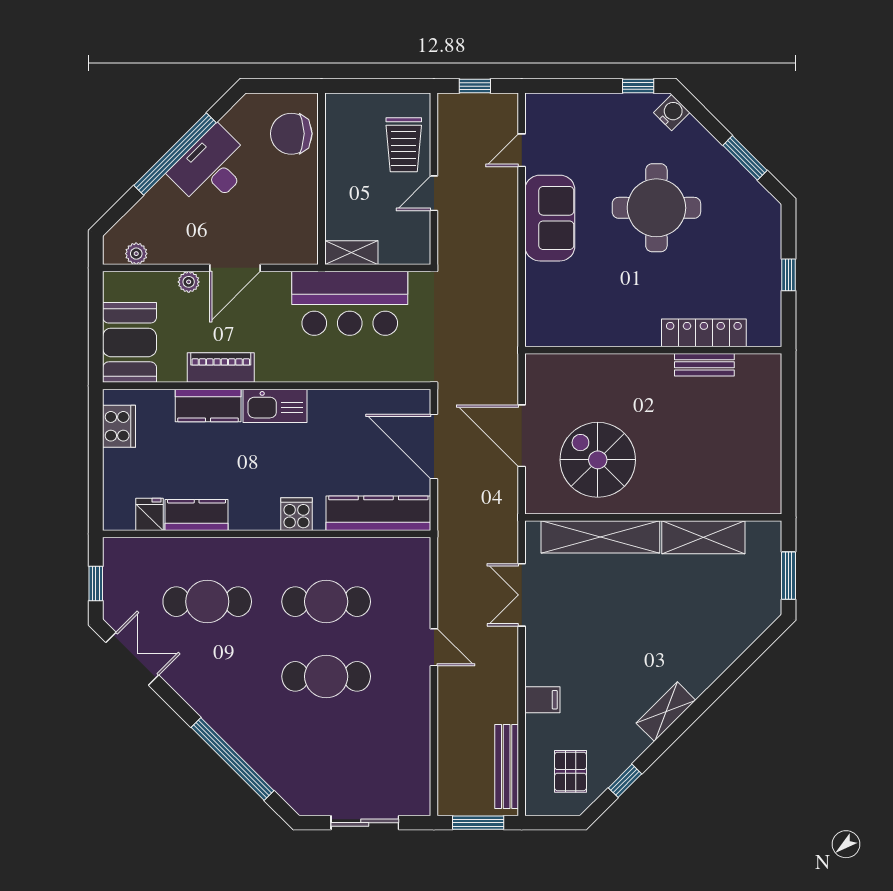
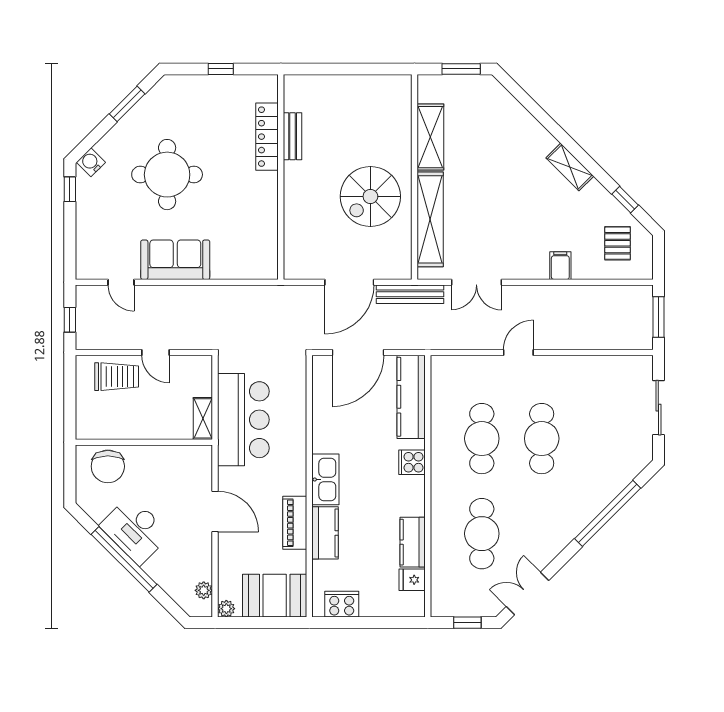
plant: (189, 282) -> (226, 609), moved
spiral stairs: (598, 460) -> (370, 196), moved
bench: (507, 766) -> (410, 294), moved
pallet: (570, 771) -> (618, 243), turned 90

